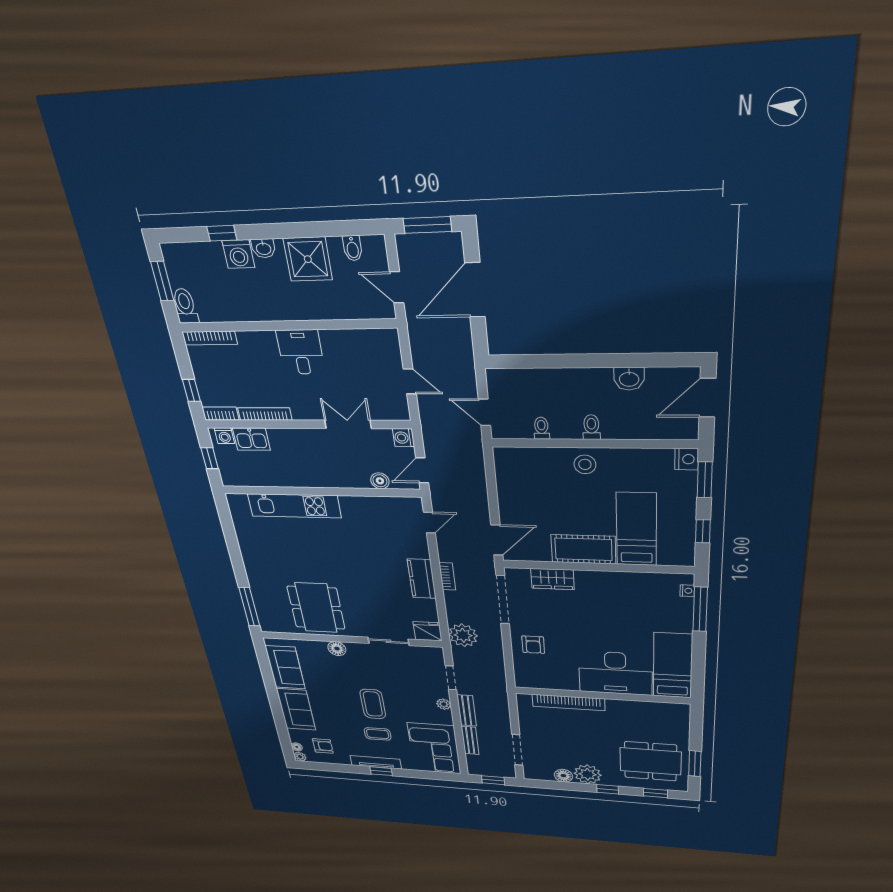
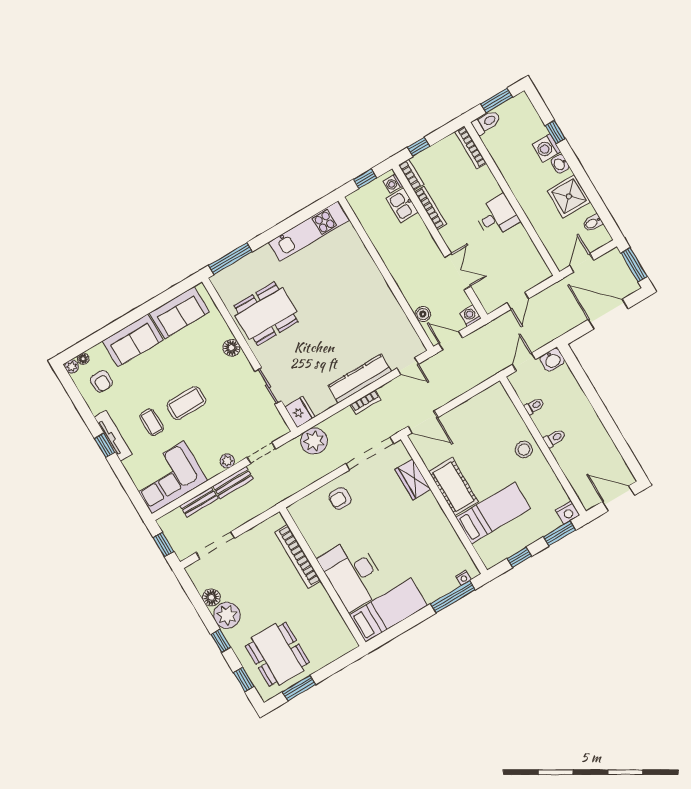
washbasin: (629, 379) -> (552, 360), moved, turned -90
kitchen unit: (294, 506) -> (309, 231), moved, turned -90
kitchen counter: (422, 579) -> (360, 379), width x1.50

